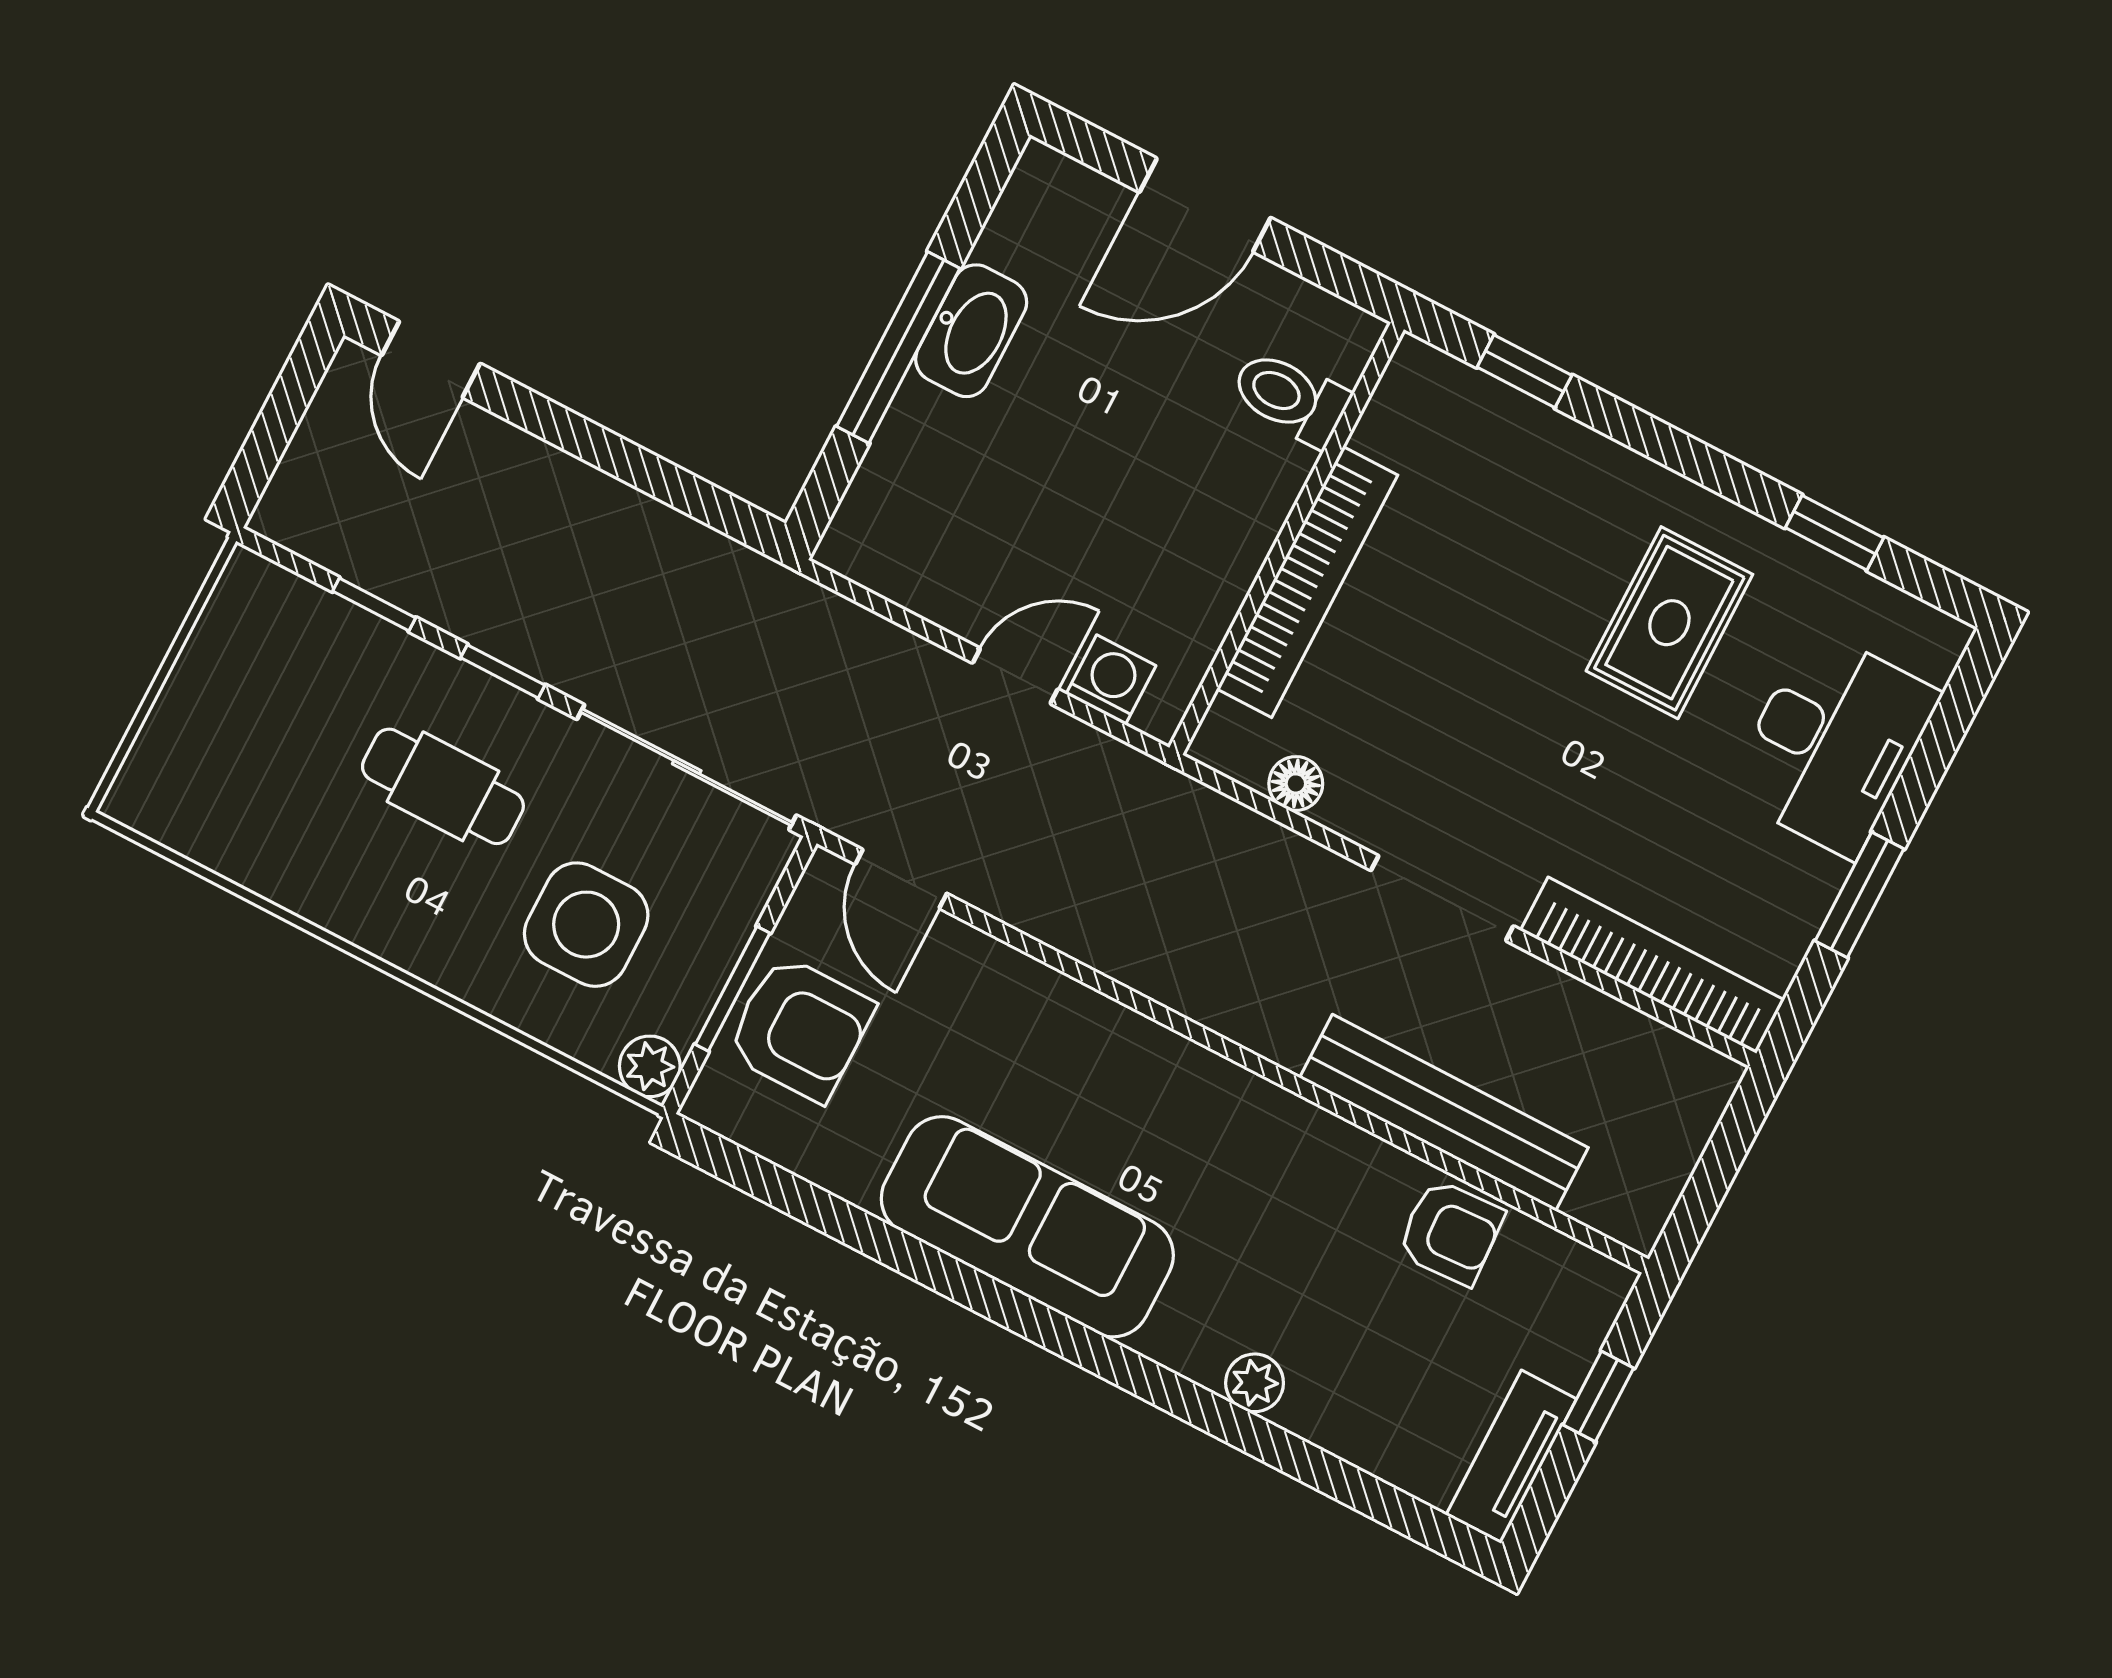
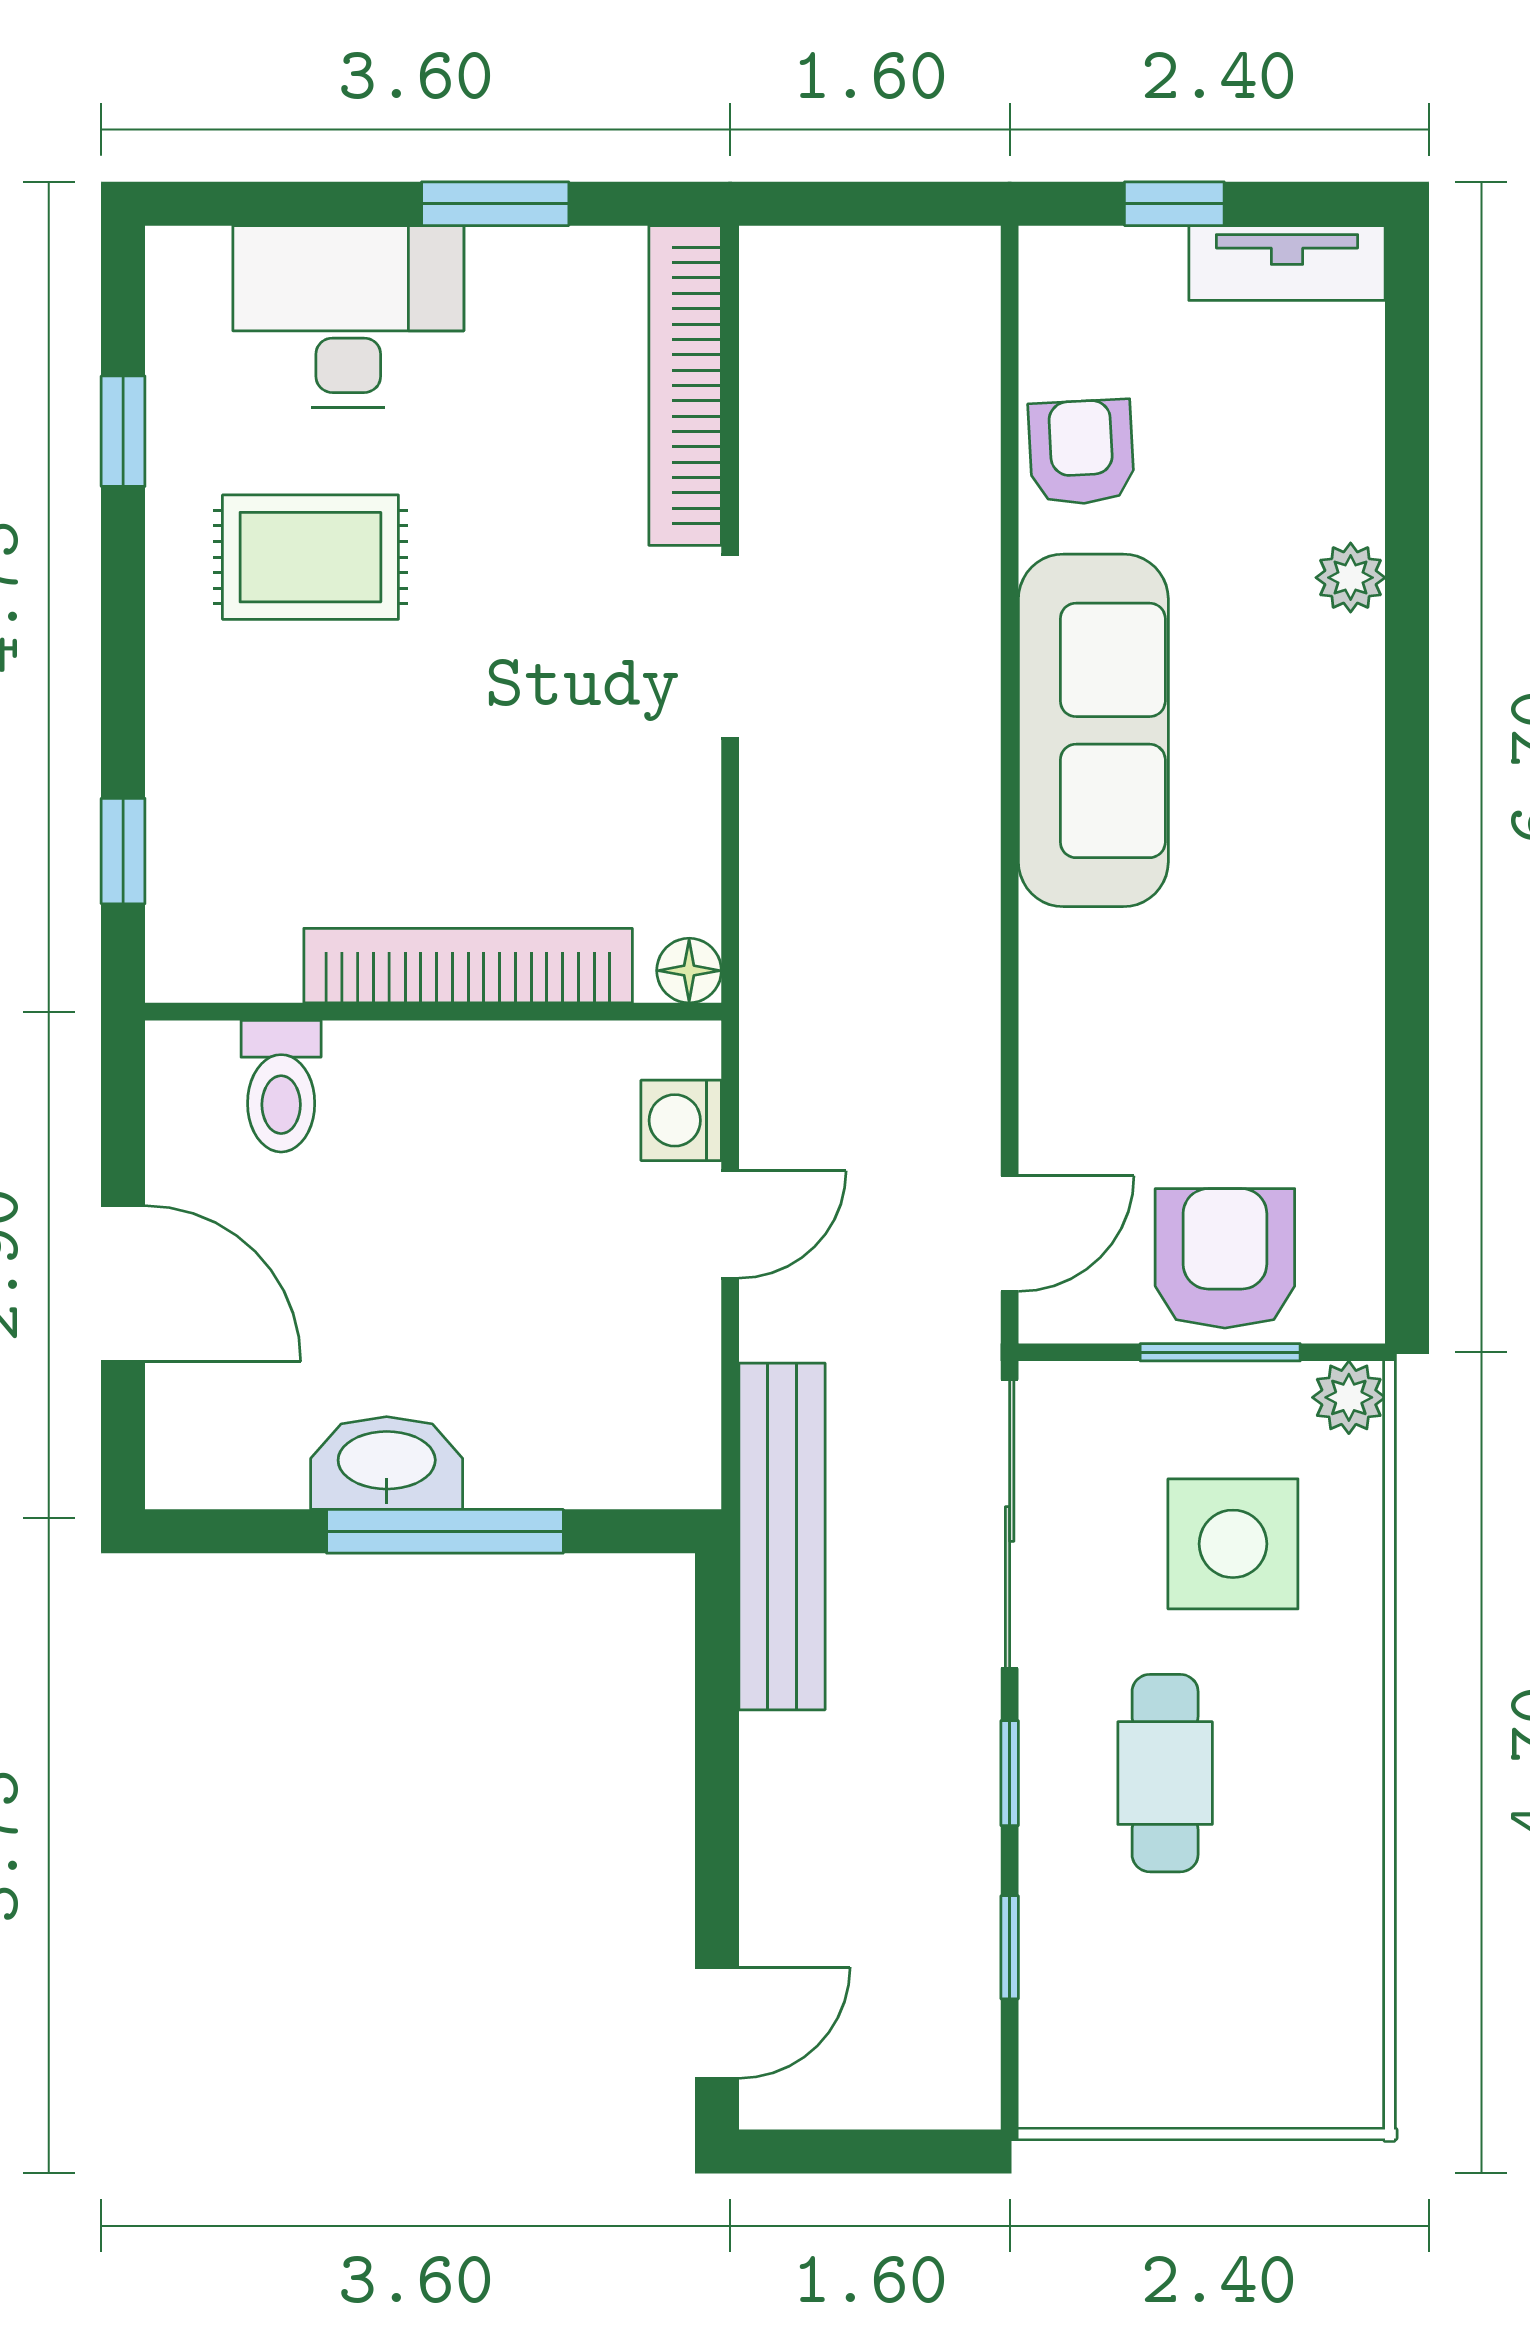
door: (1015, 676) -> (730, 1225), swing flipped
floor lamp: (1296, 783) -> (689, 971), moved
bench: (1444, 1113) -> (782, 1536), moved
sofa: (1027, 1227) -> (1093, 730), moved, turned 180

